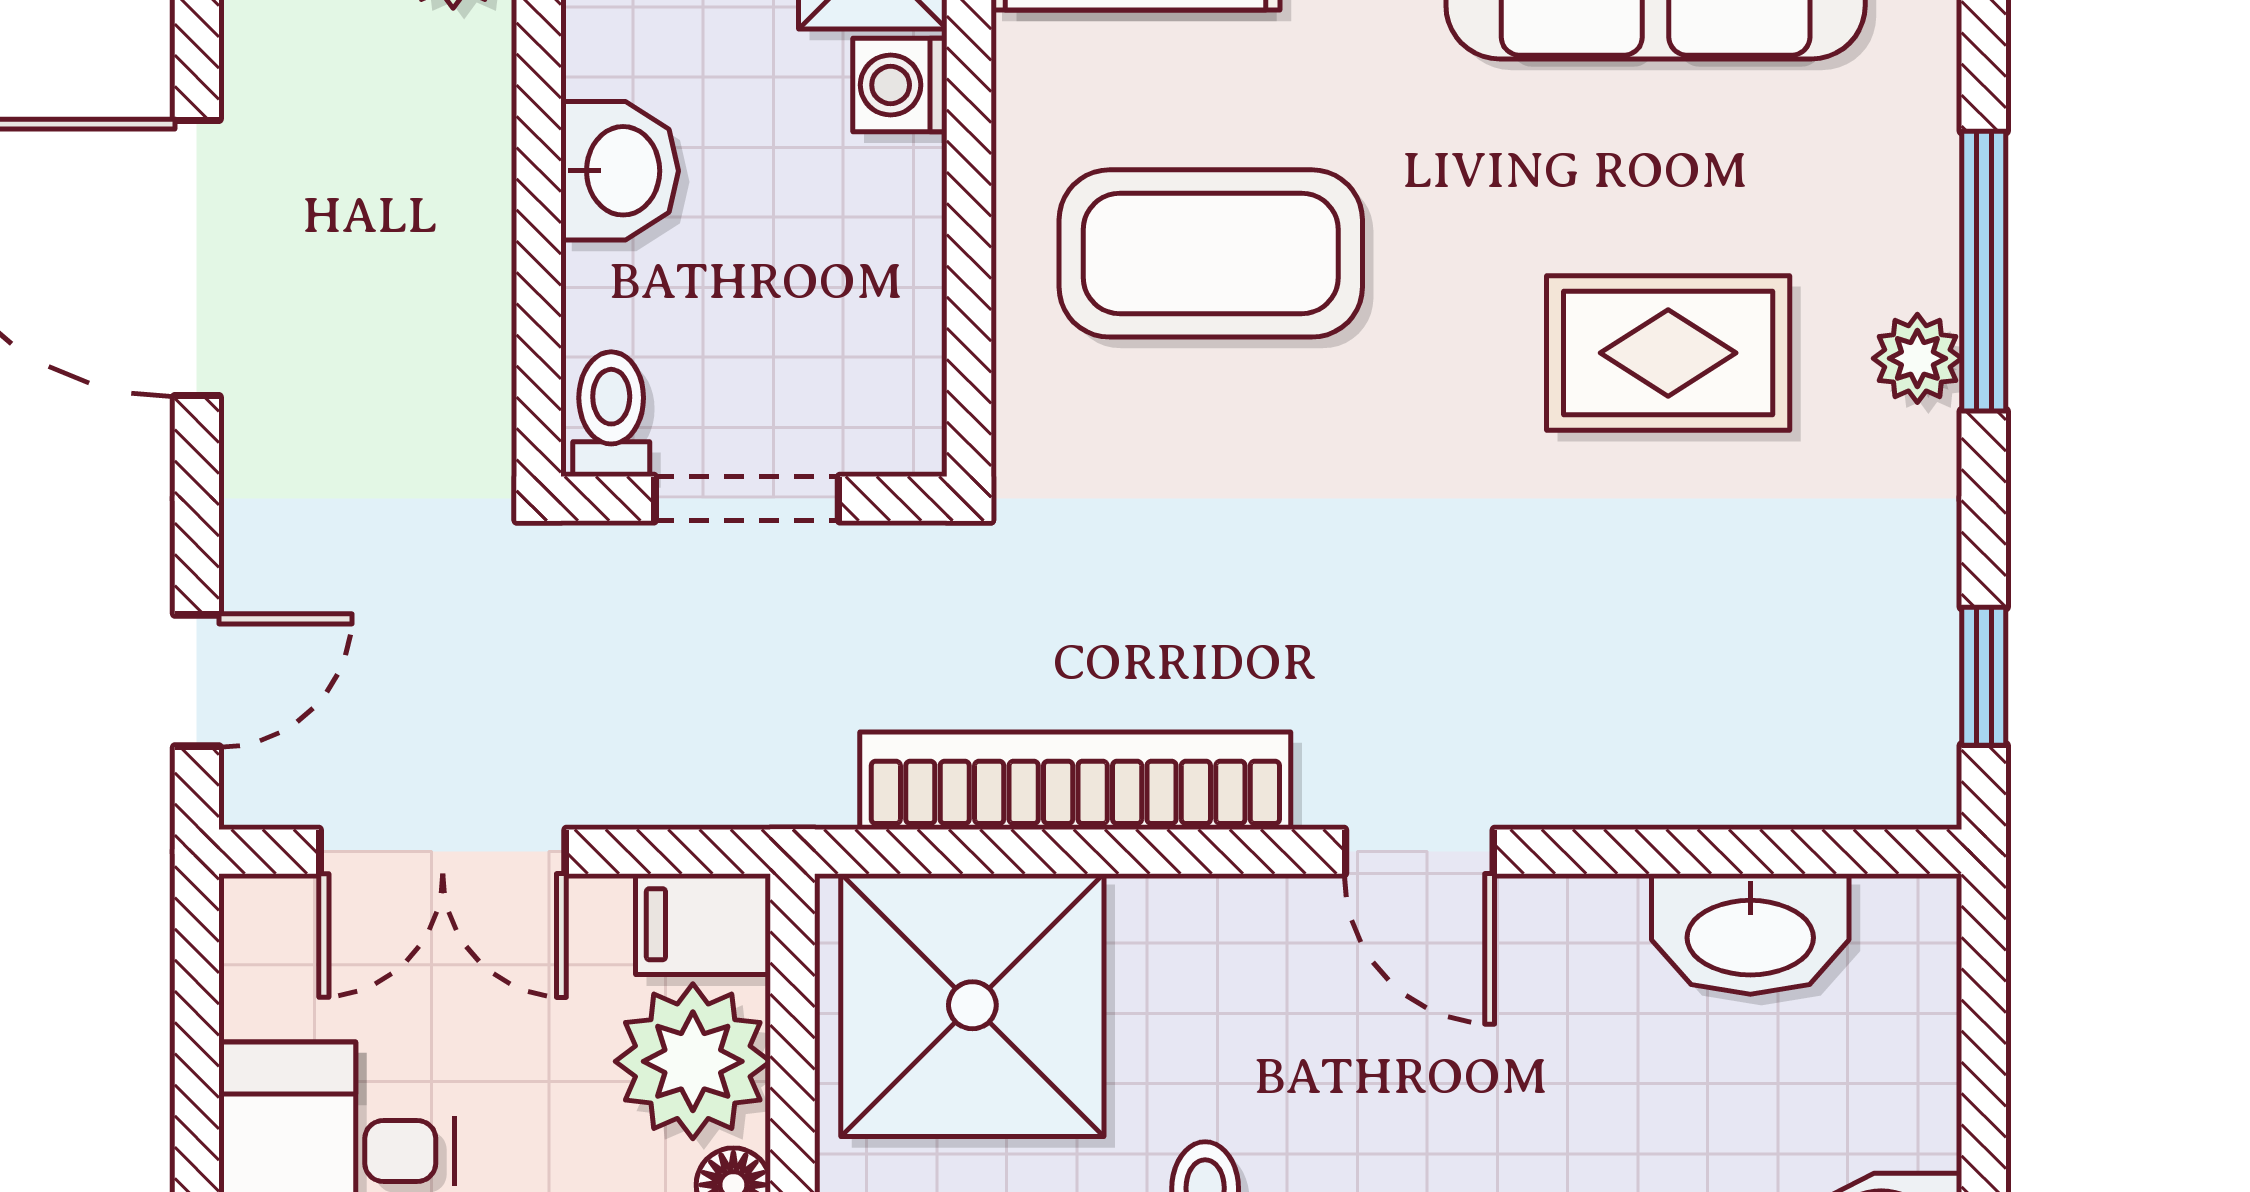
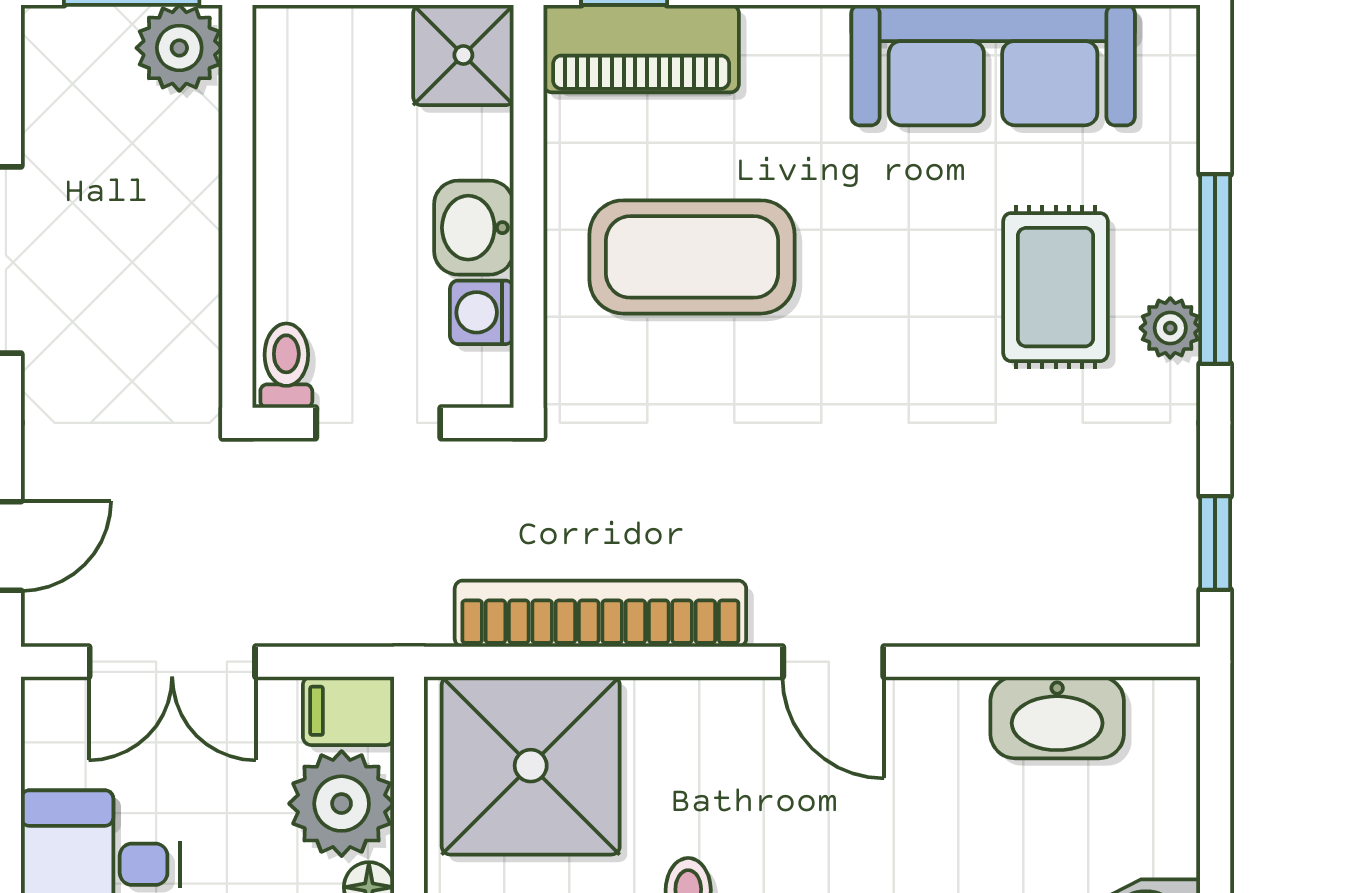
washing machine: (900, 85) -> (482, 312), moved
washbasin: (620, 171) -> (474, 228), moved, turned 180
rug: (1668, 353) -> (1056, 287), moved, turned 90

